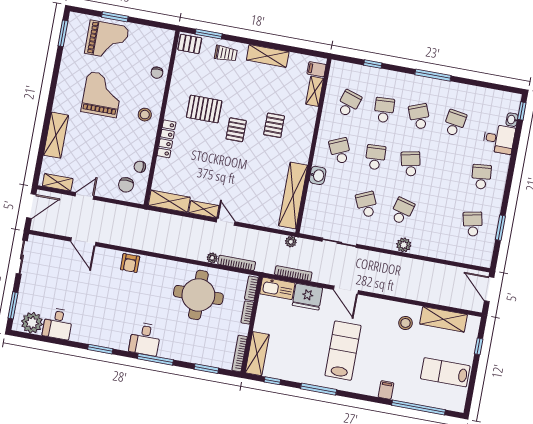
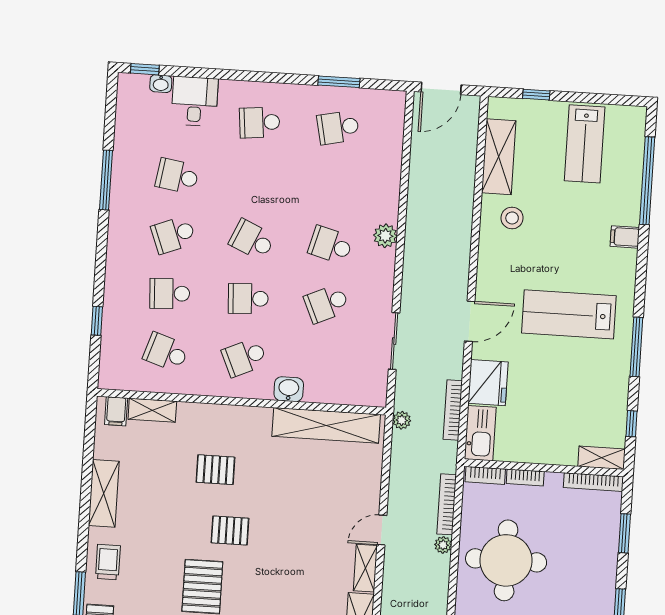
window: (433, 75) -> (106, 180), moved
school desk: (411, 164) -> (252, 240), turned 36
shelving: (257, 354) -> (602, 458), width x0.67, depth x0.75

